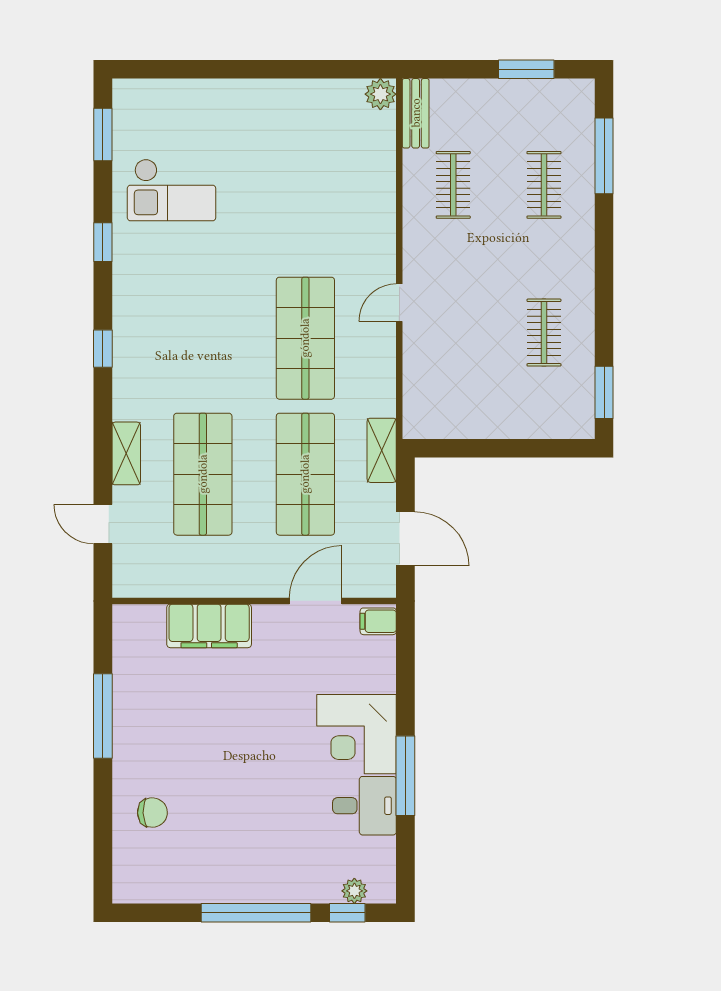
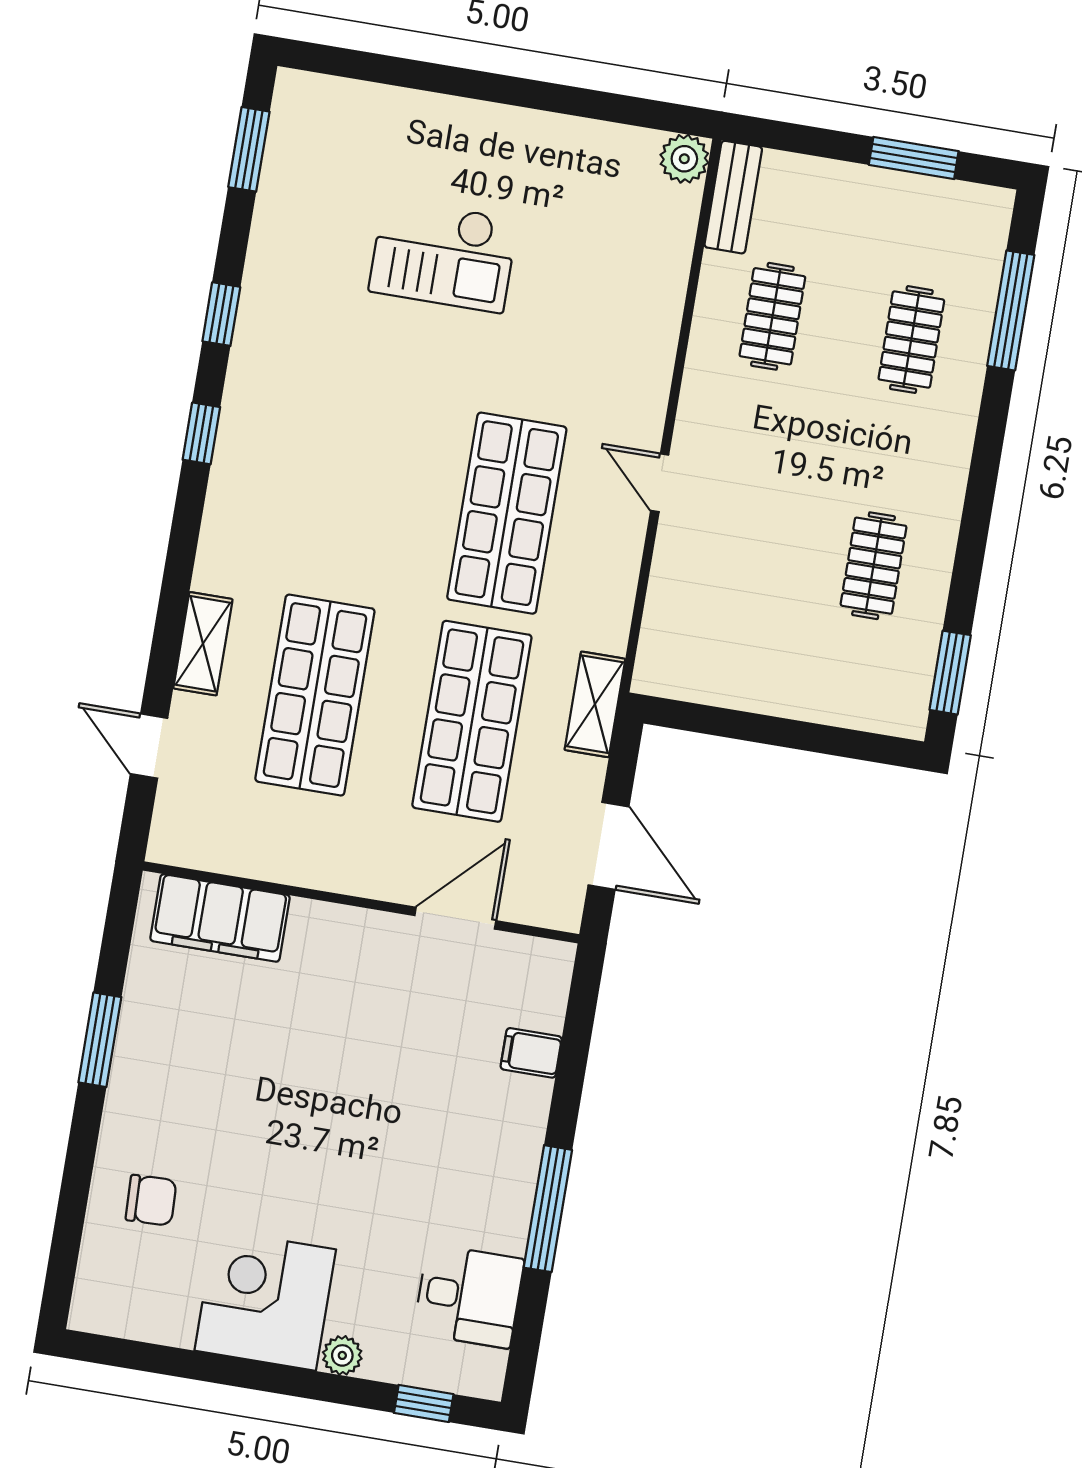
checkout: (172, 190) -> (443, 255), moved
door: (399, 303) -> (660, 483), hinge flipped
window: (103, 349) -> (201, 433), moved
filing cabinet: (378, 621) -> (531, 1053), moved
filing cabinet: (209, 626) -> (220, 918), moved
window: (103, 716) -> (100, 1040), width x0.69
corner desk: (357, 734) -> (265, 1300), moved, turned 90
desk: (364, 806) -> (469, 1296), moved
plant: (354, 891) -> (342, 1355), moved
window: (256, 913) -> (284, 1380), removed

